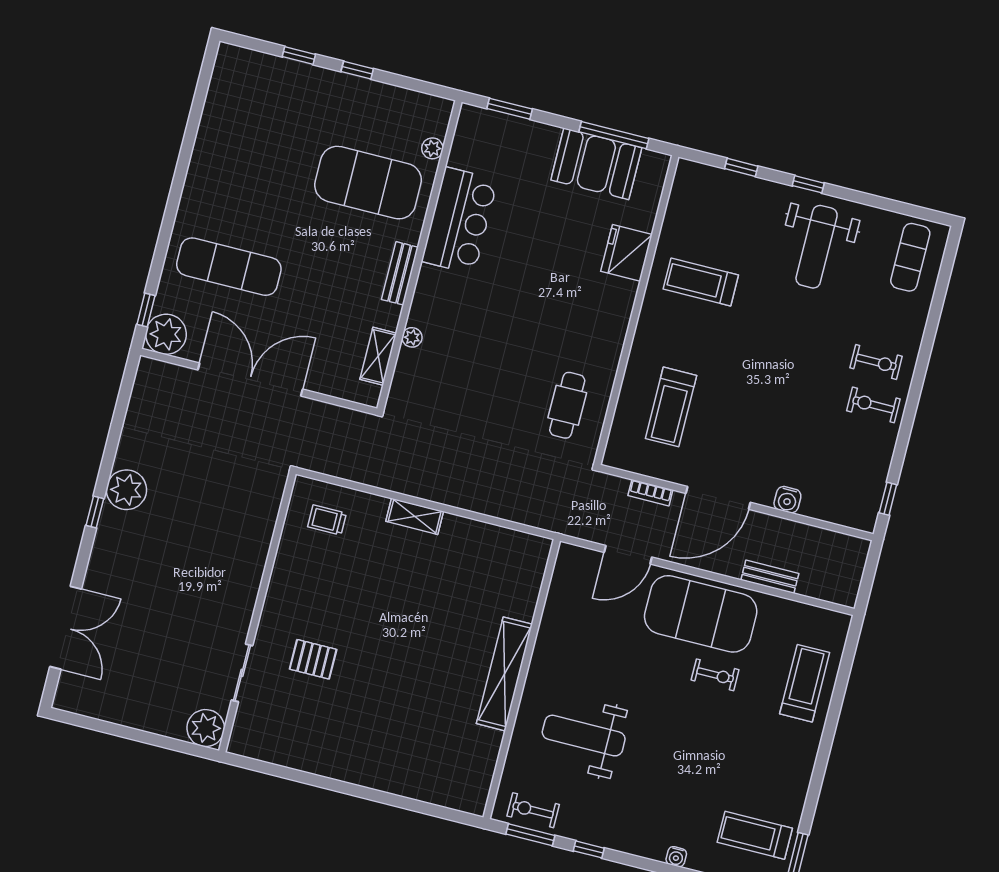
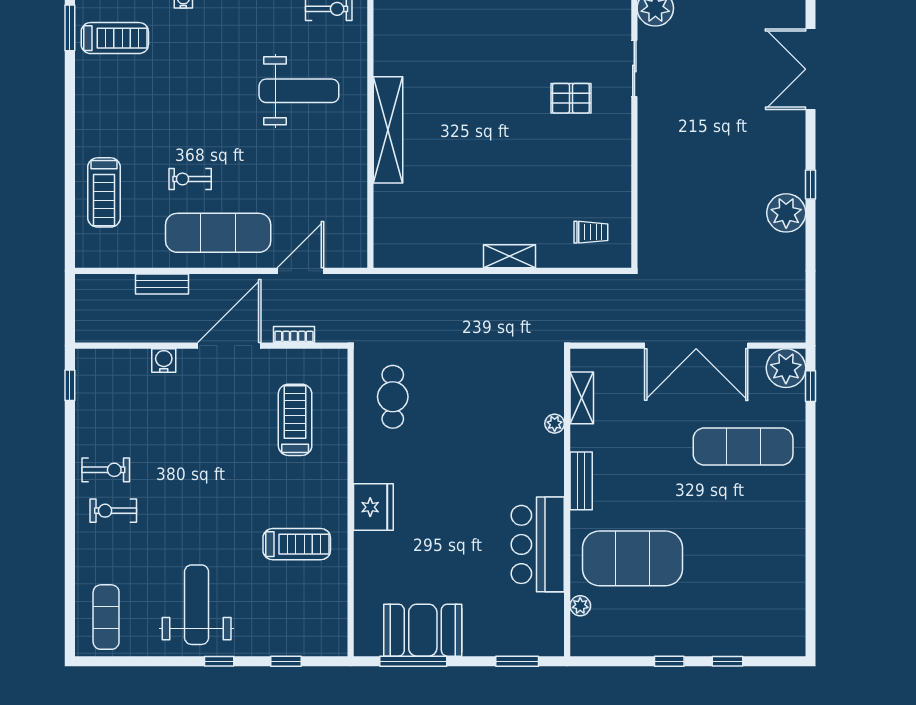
fridge: (626, 253) -> (373, 507), moved
exercise mat: (701, 614) -> (218, 233), width x0.68

